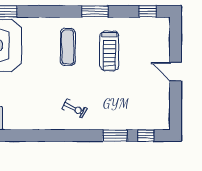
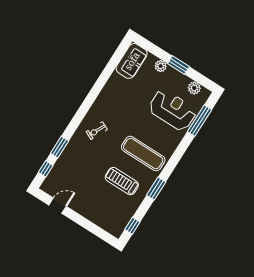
exercise mat: (68, 47) -> (143, 154), width x1.36, depth x1.45
door: (176, 72) -> (58, 206), moved

